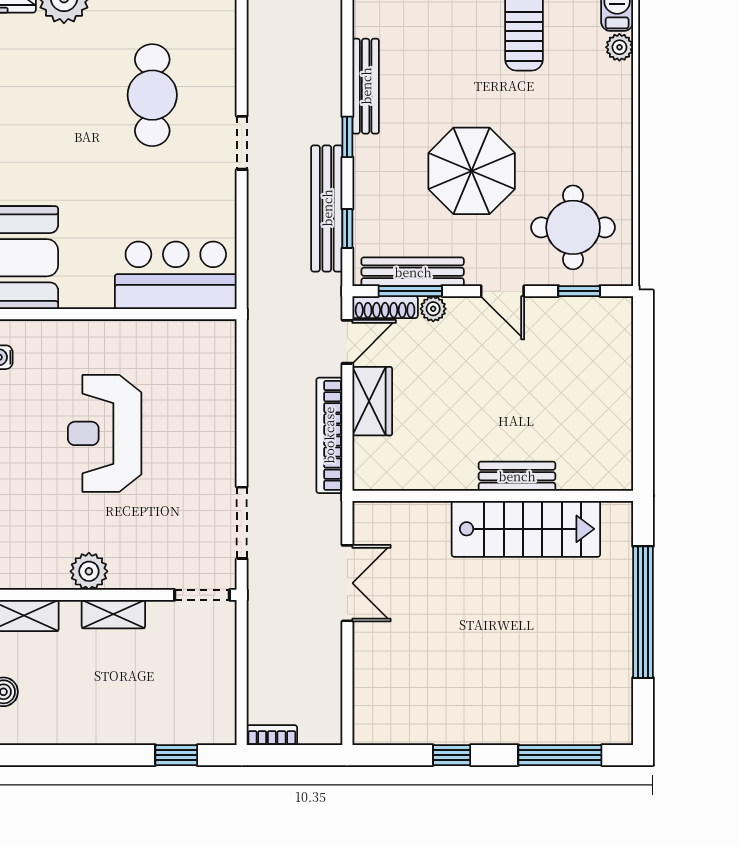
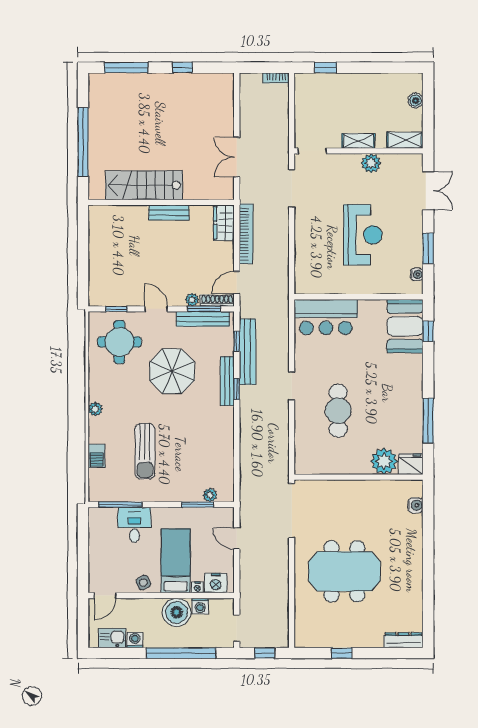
plant: (619, 47) -> (95, 409), moved
bench: (366, 86) -> (227, 381), moved
wardrobe: (372, 401) -> (224, 223), moved
bench: (517, 476) -> (169, 213), moved

